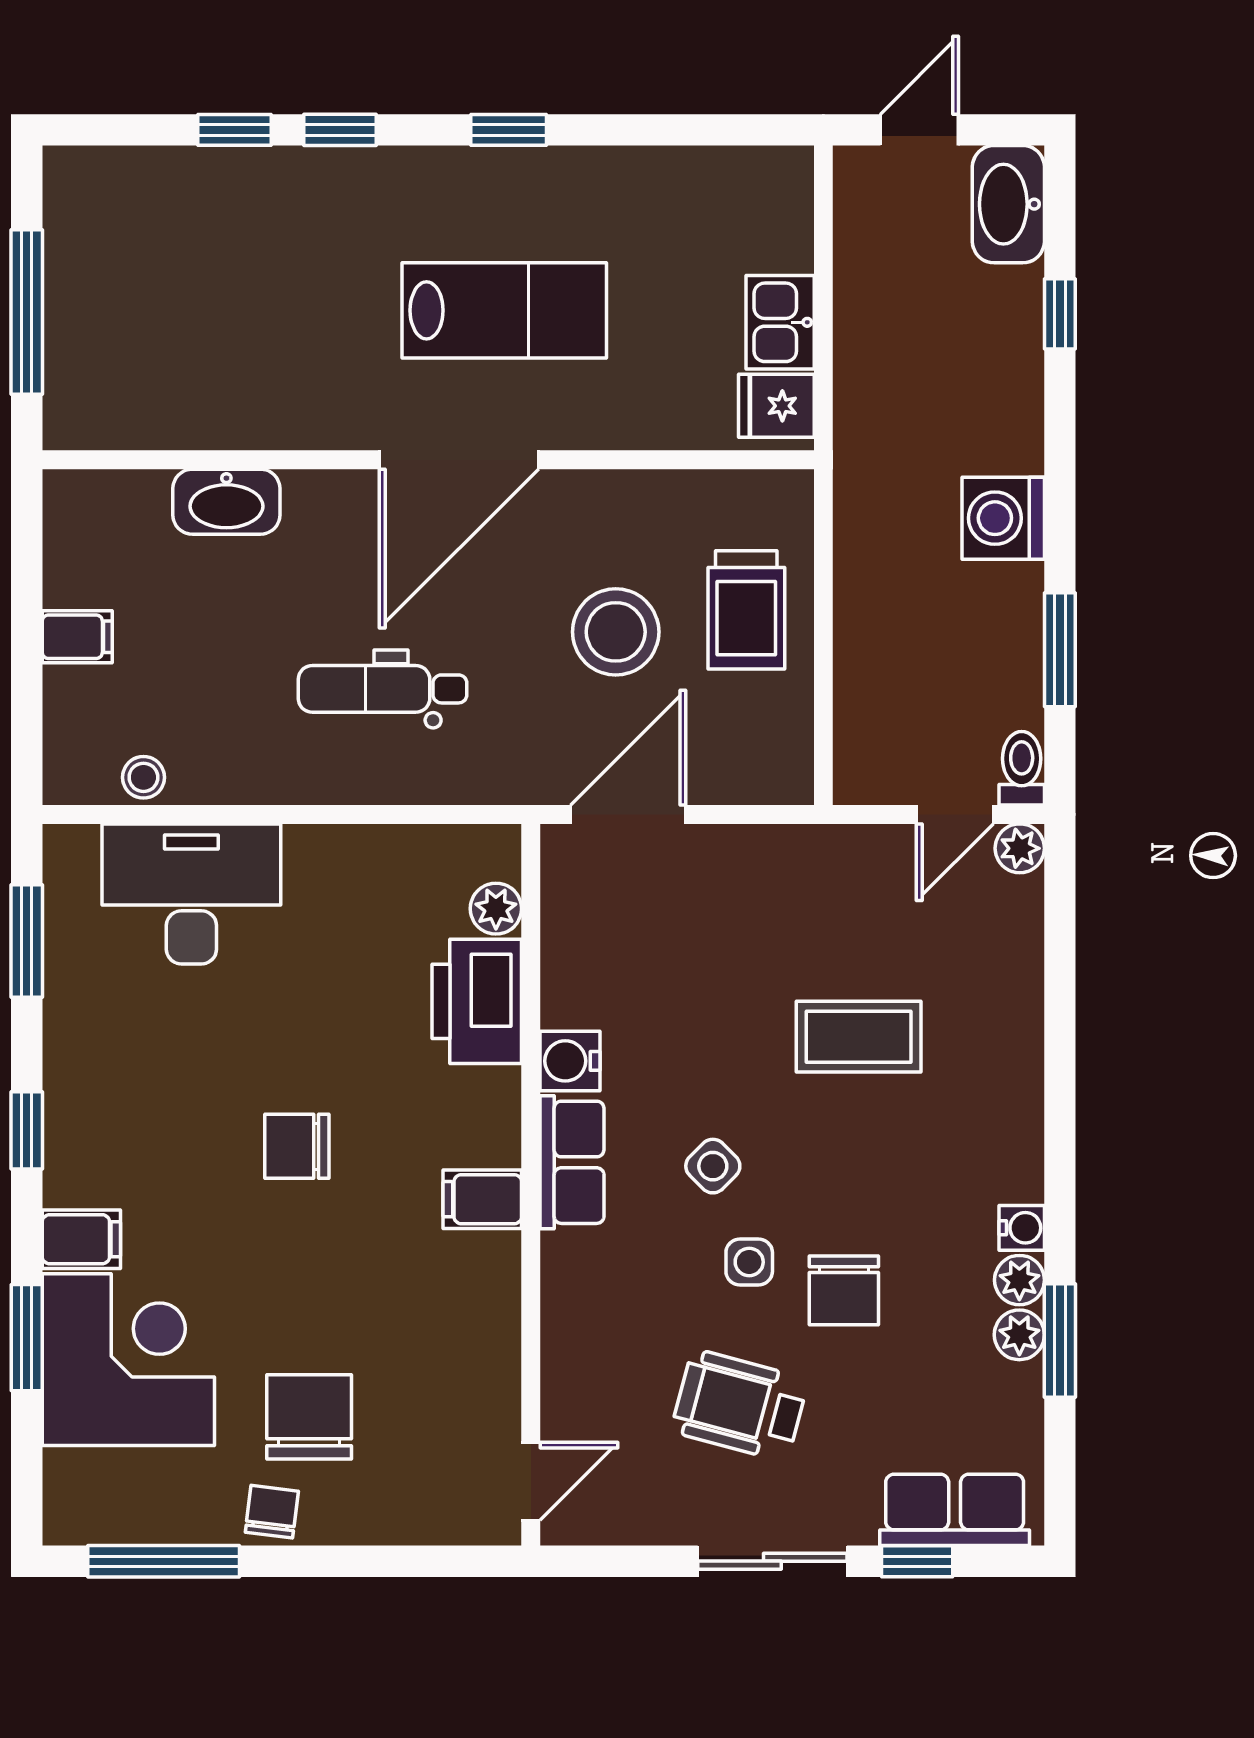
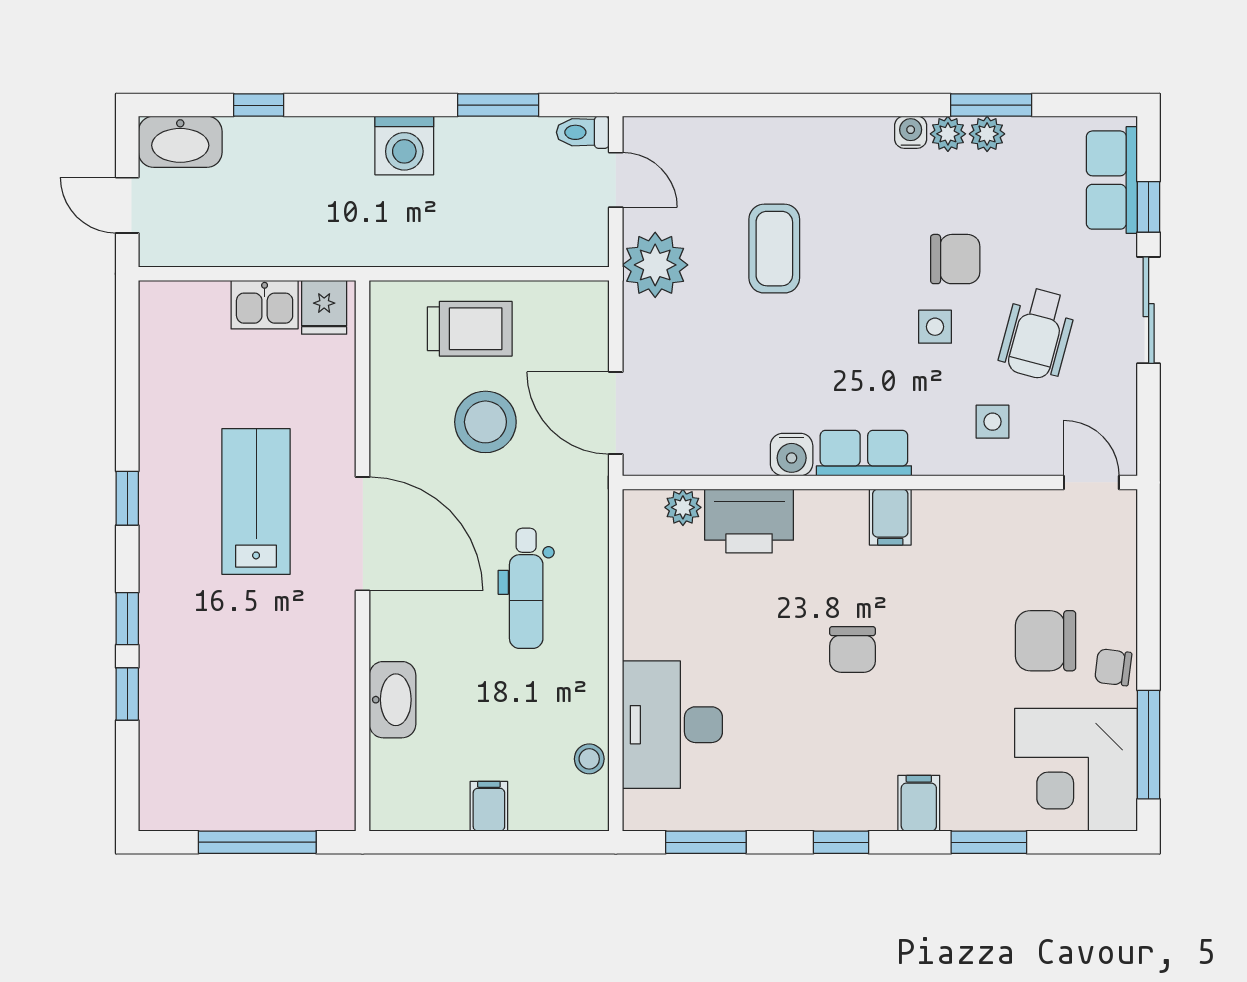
plant: (1020, 848) -> (655, 265), moved, width x1.88, depth x1.88
side table: (713, 1166) -> (993, 422), moved, turned 45
corner desk: (128, 1360) -> (1076, 770), moved, turned -90

